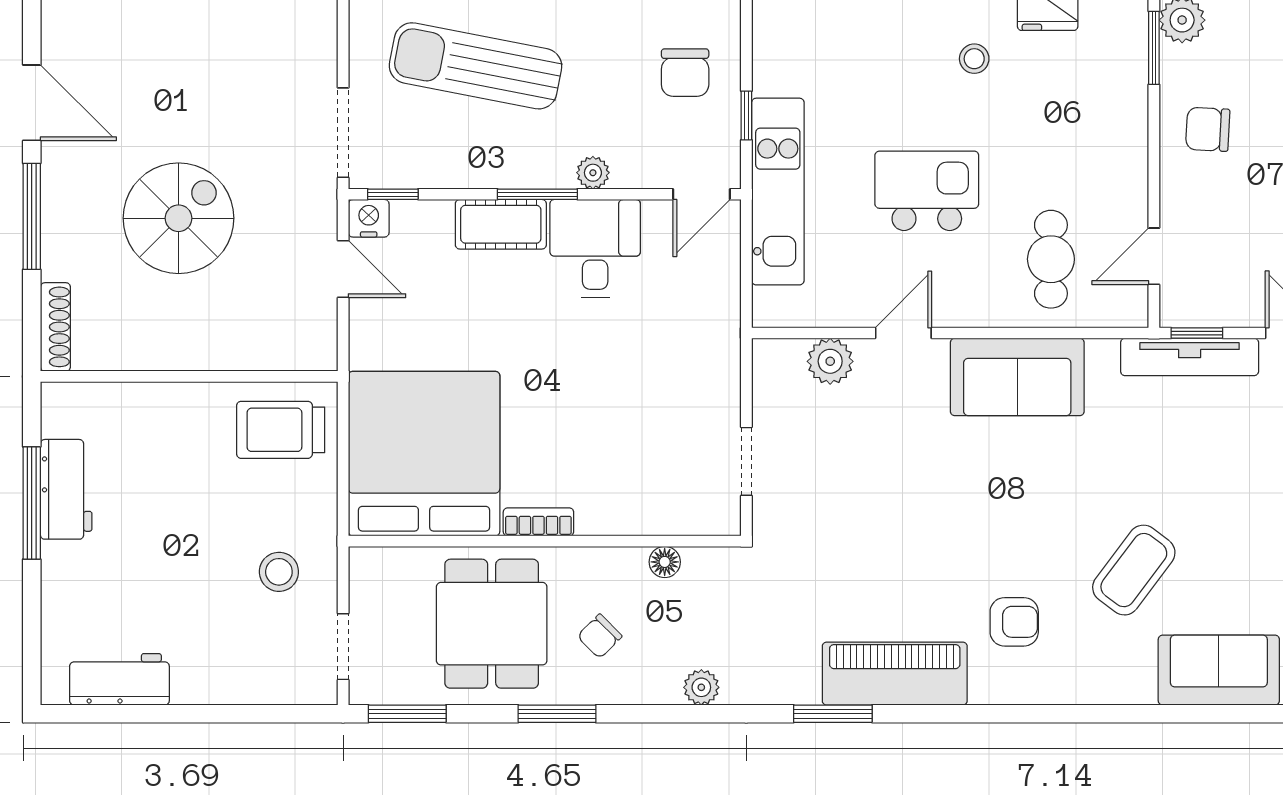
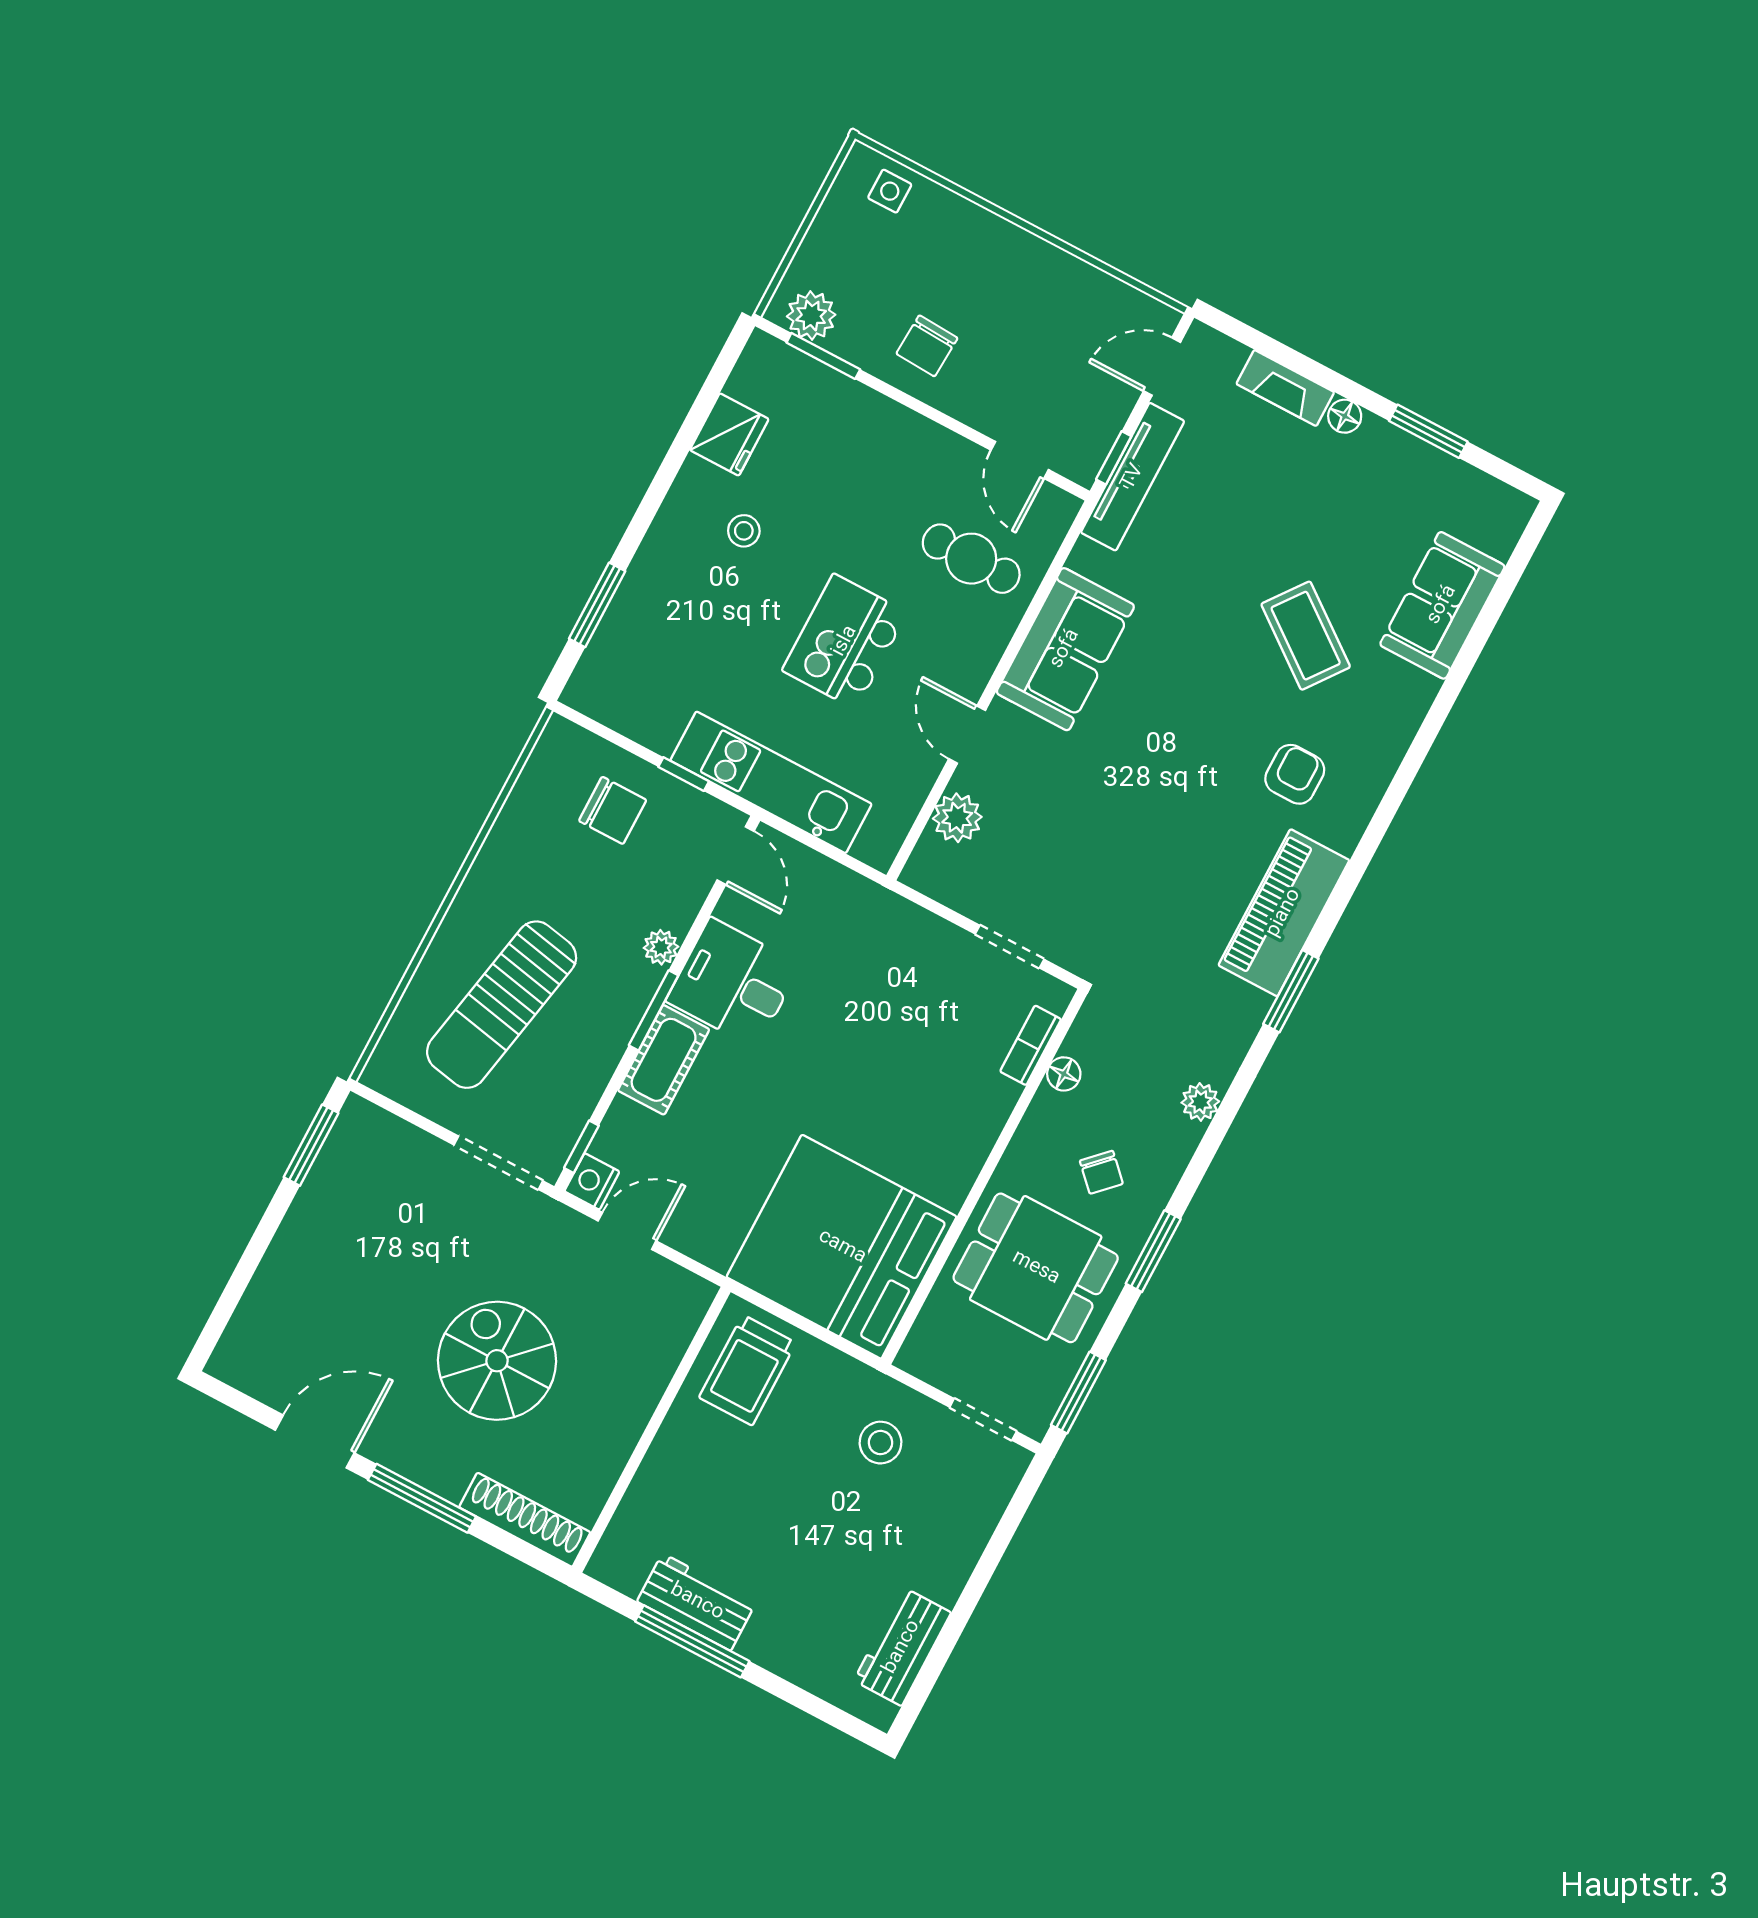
shoe rack: (55, 327) -> (525, 1520), width x1.36, depth x1.24
bookcase: (538, 522) -> (1031, 1045), moved

